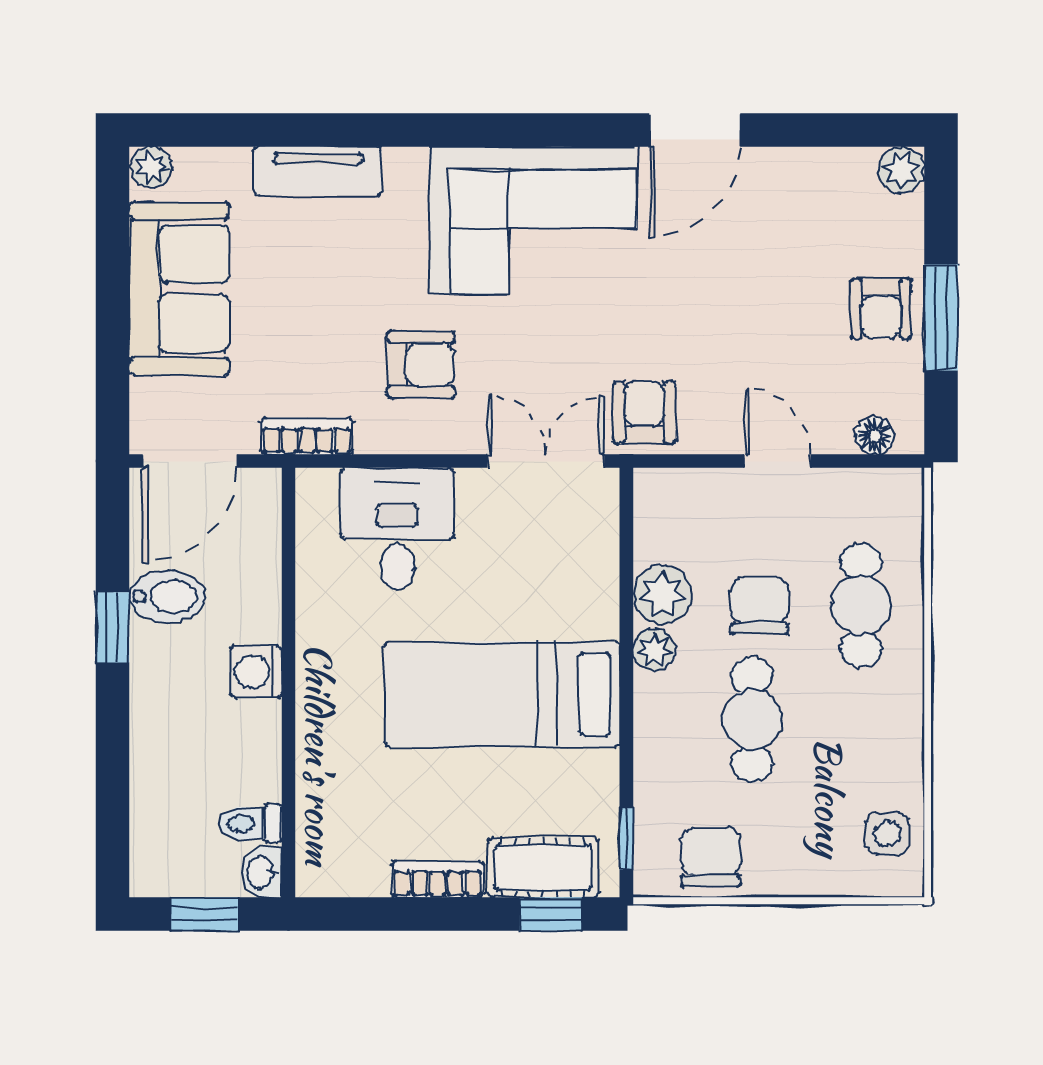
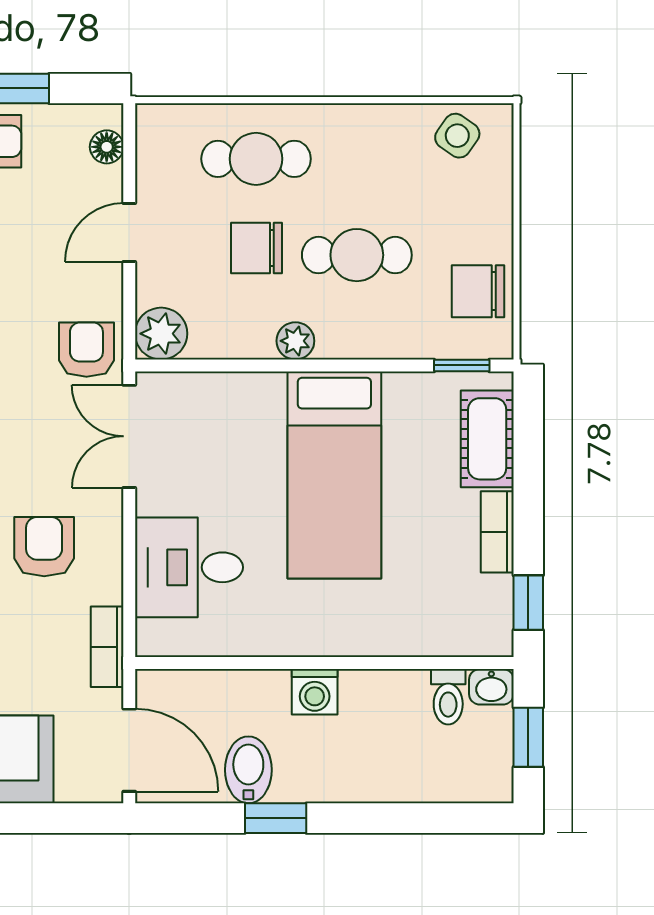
armchair: (644, 413) -> (86, 350), turned 90
plant: (663, 594) -> (161, 334), moved
side table: (887, 834) -> (457, 136), turned 35
window: (551, 914) -> (528, 603), moved

